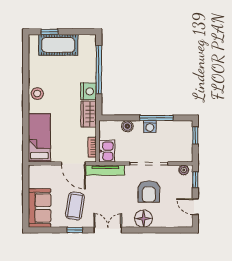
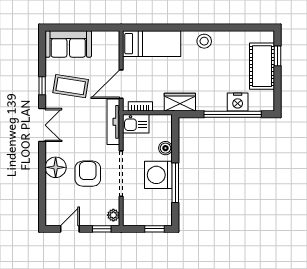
nightstand: (88, 91) -> (238, 102), moved
washing machine: (150, 127) -> (158, 175), width x1.89, depth x1.89
armchair: (149, 192) -> (88, 174), turned 90

